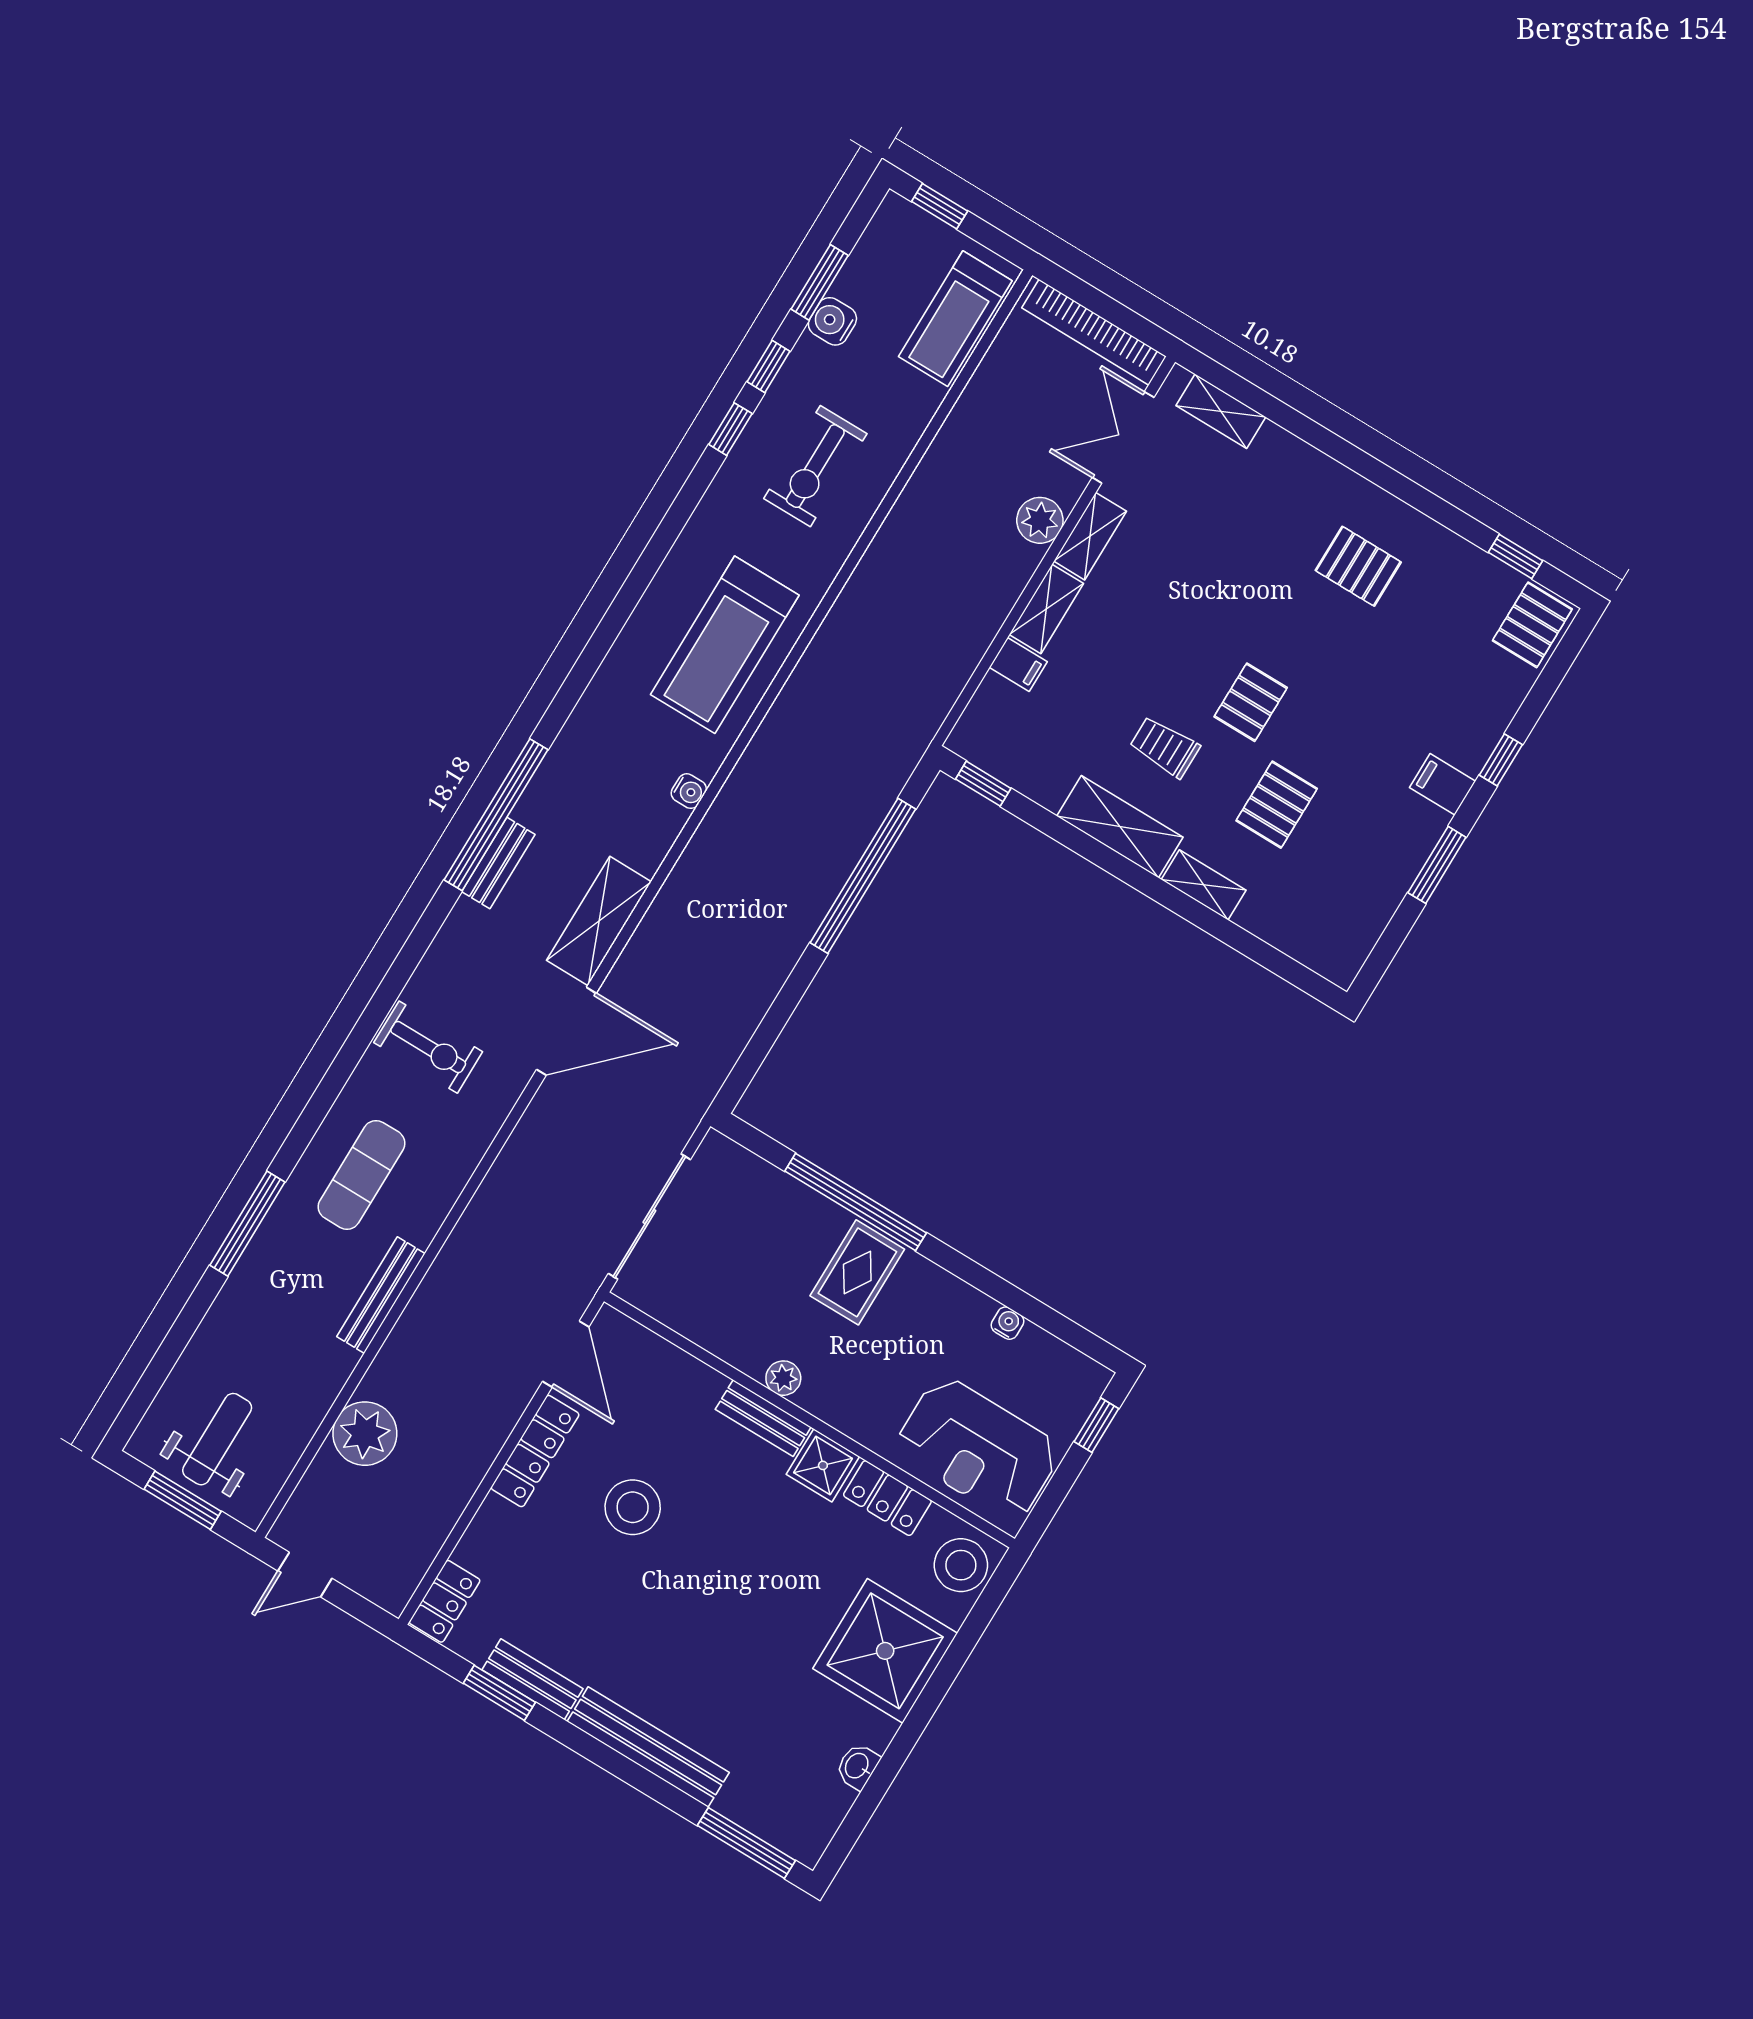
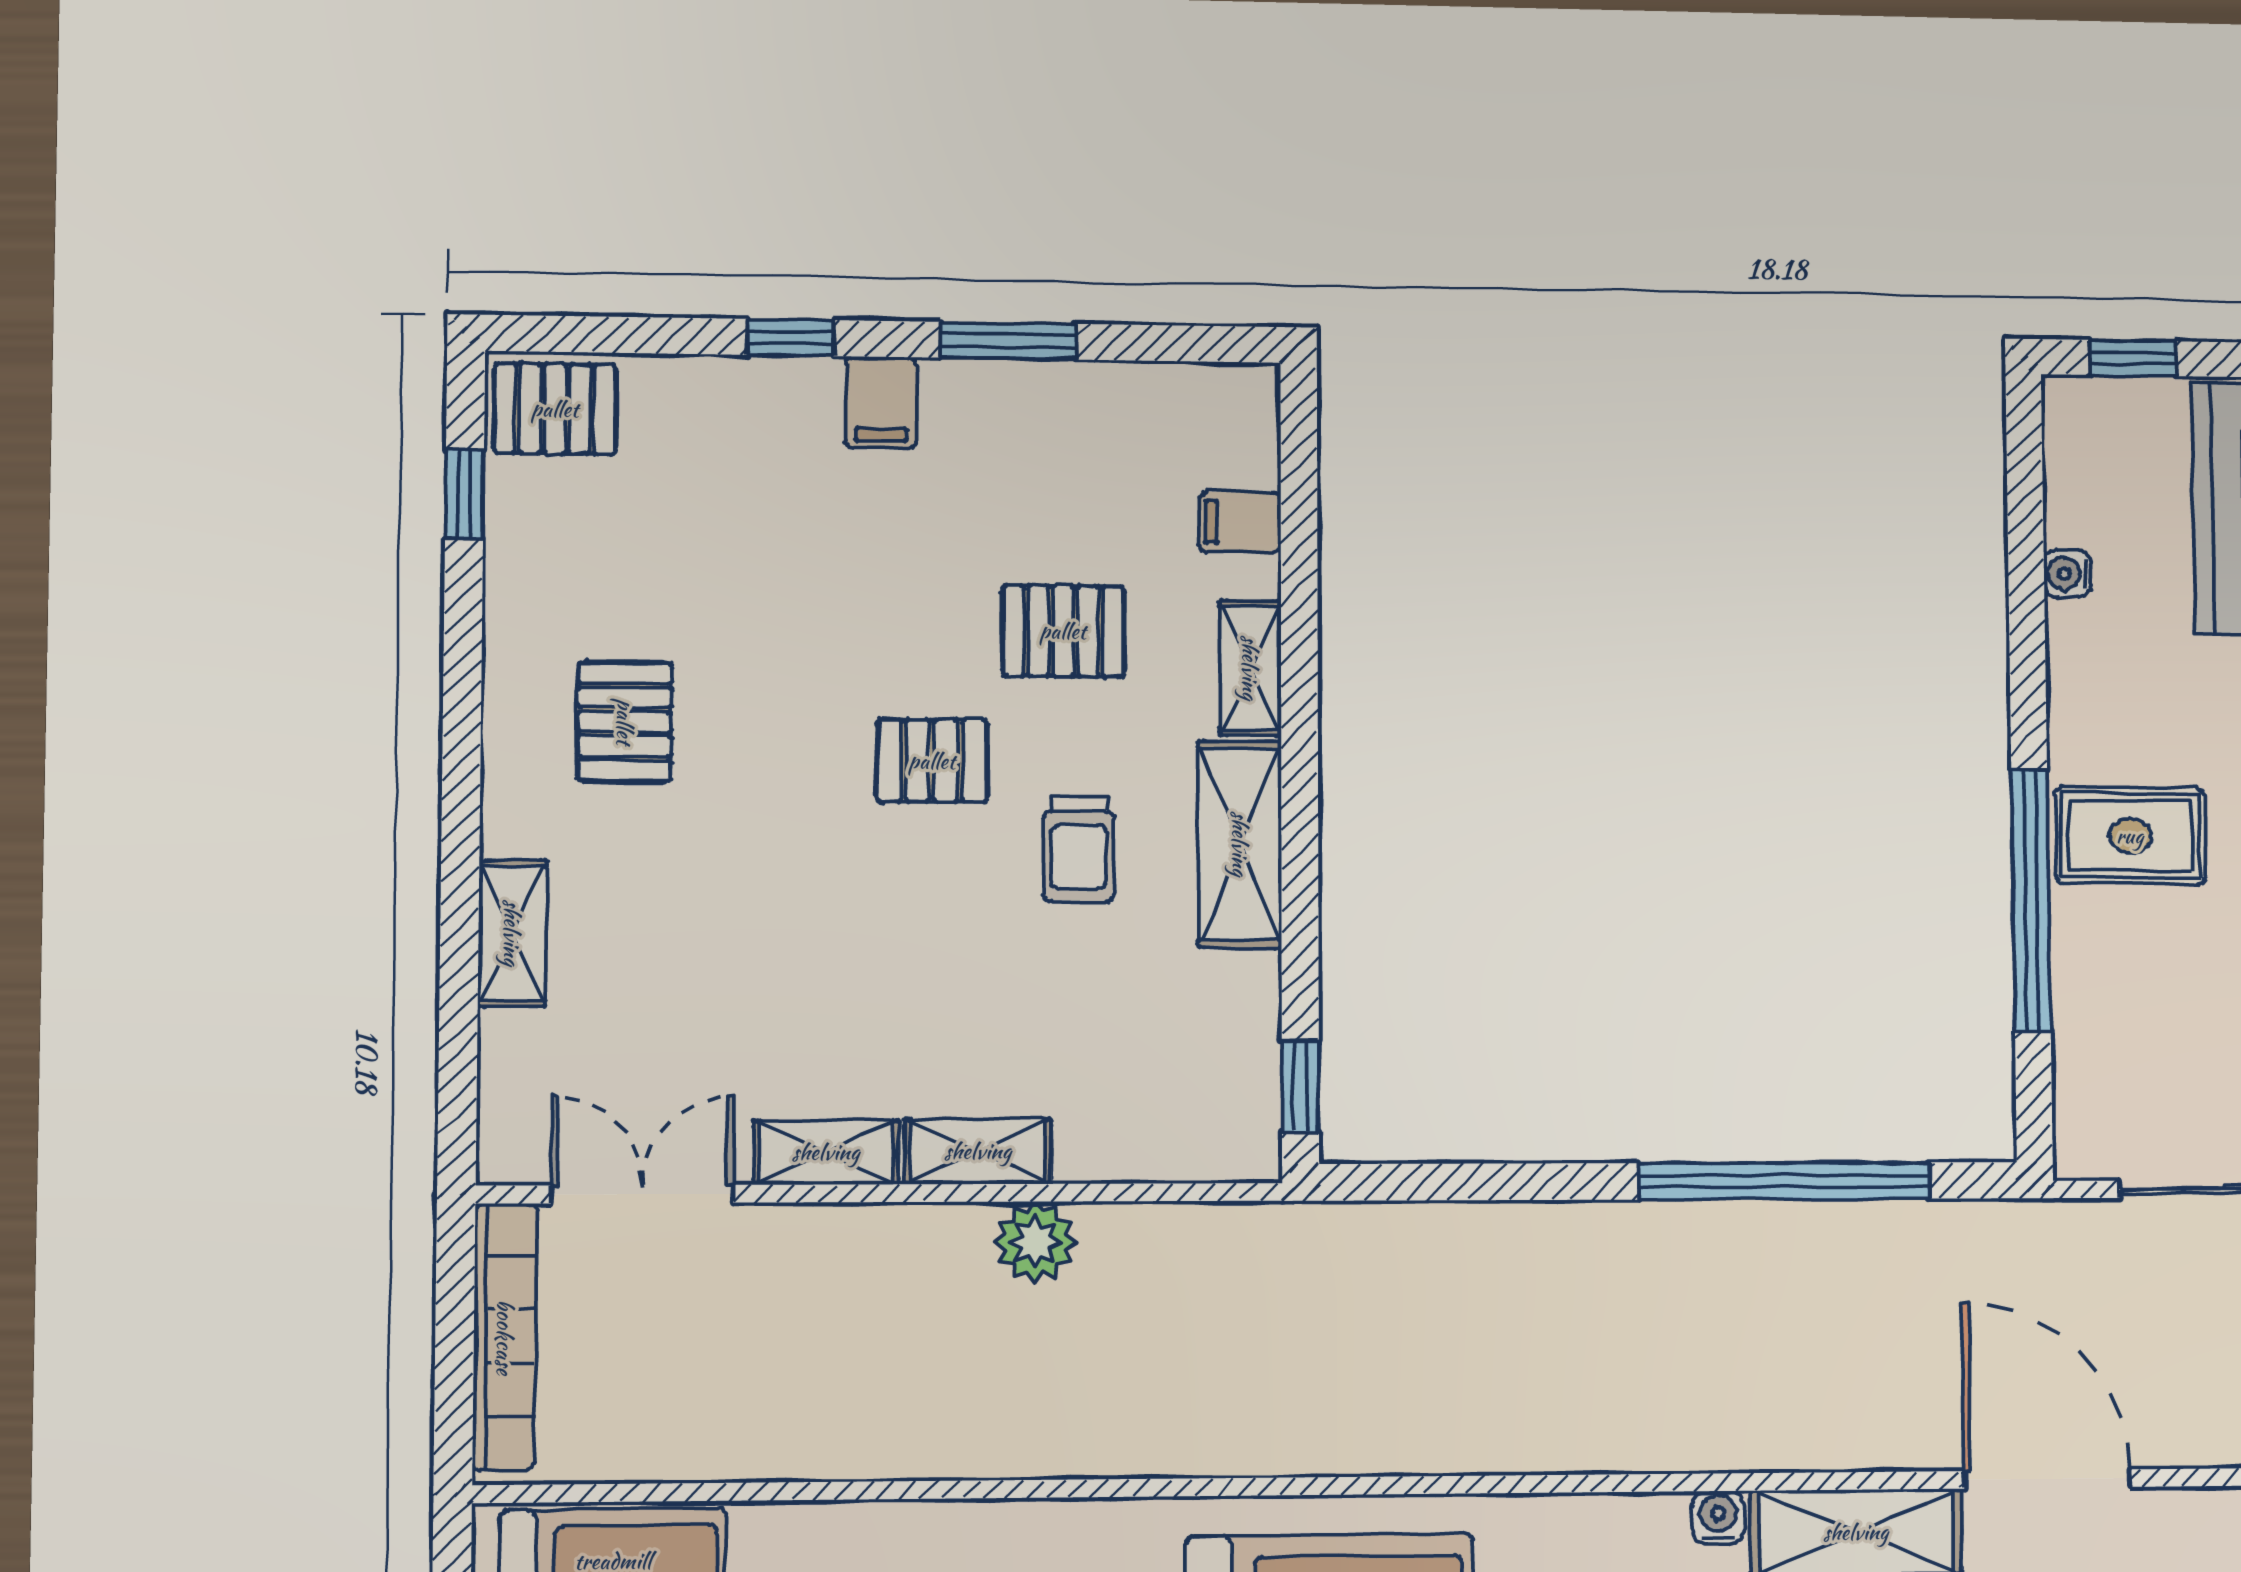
shelving: (1221, 411) -> (512, 933), moved
double door: (1123, 437) -> (642, 1194), swing flipped
plant: (1040, 520) -> (1035, 1242), moved
filing cabinet: (1018, 665) -> (1240, 522), moved, turned -90
water cooler: (689, 791) -> (1718, 1517), moved
window: (863, 876) -> (1784, 1181), moved

